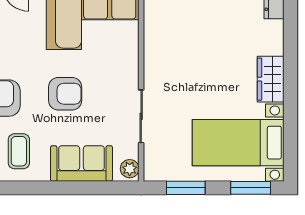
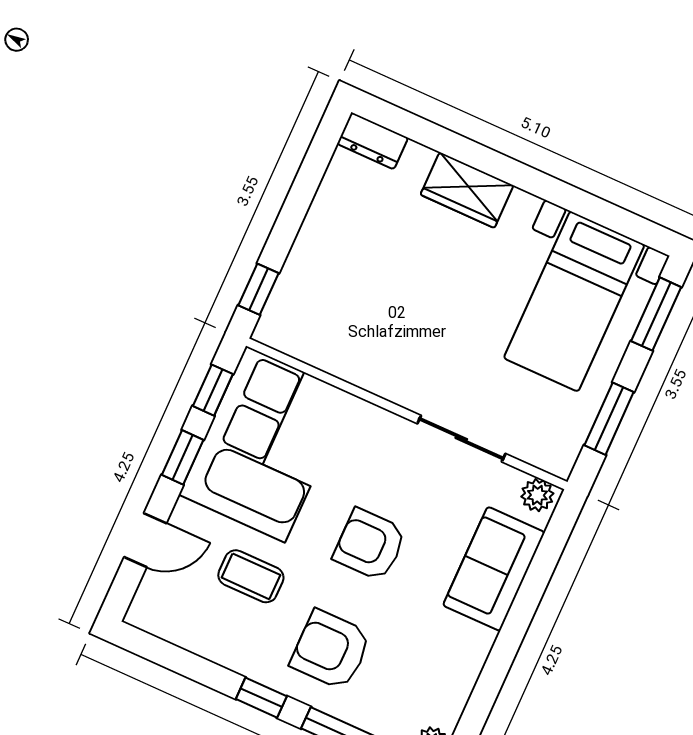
wardrobe: (271, 79) -> (467, 190), moved
armchair: (65, 94) -> (370, 545), turned -90
coffee table: (19, 151) -> (251, 576), moved

